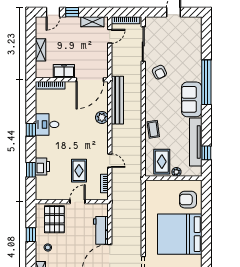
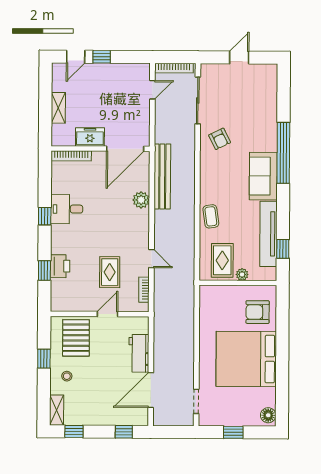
shelving: (92, 22) -> (129, 70), removed

